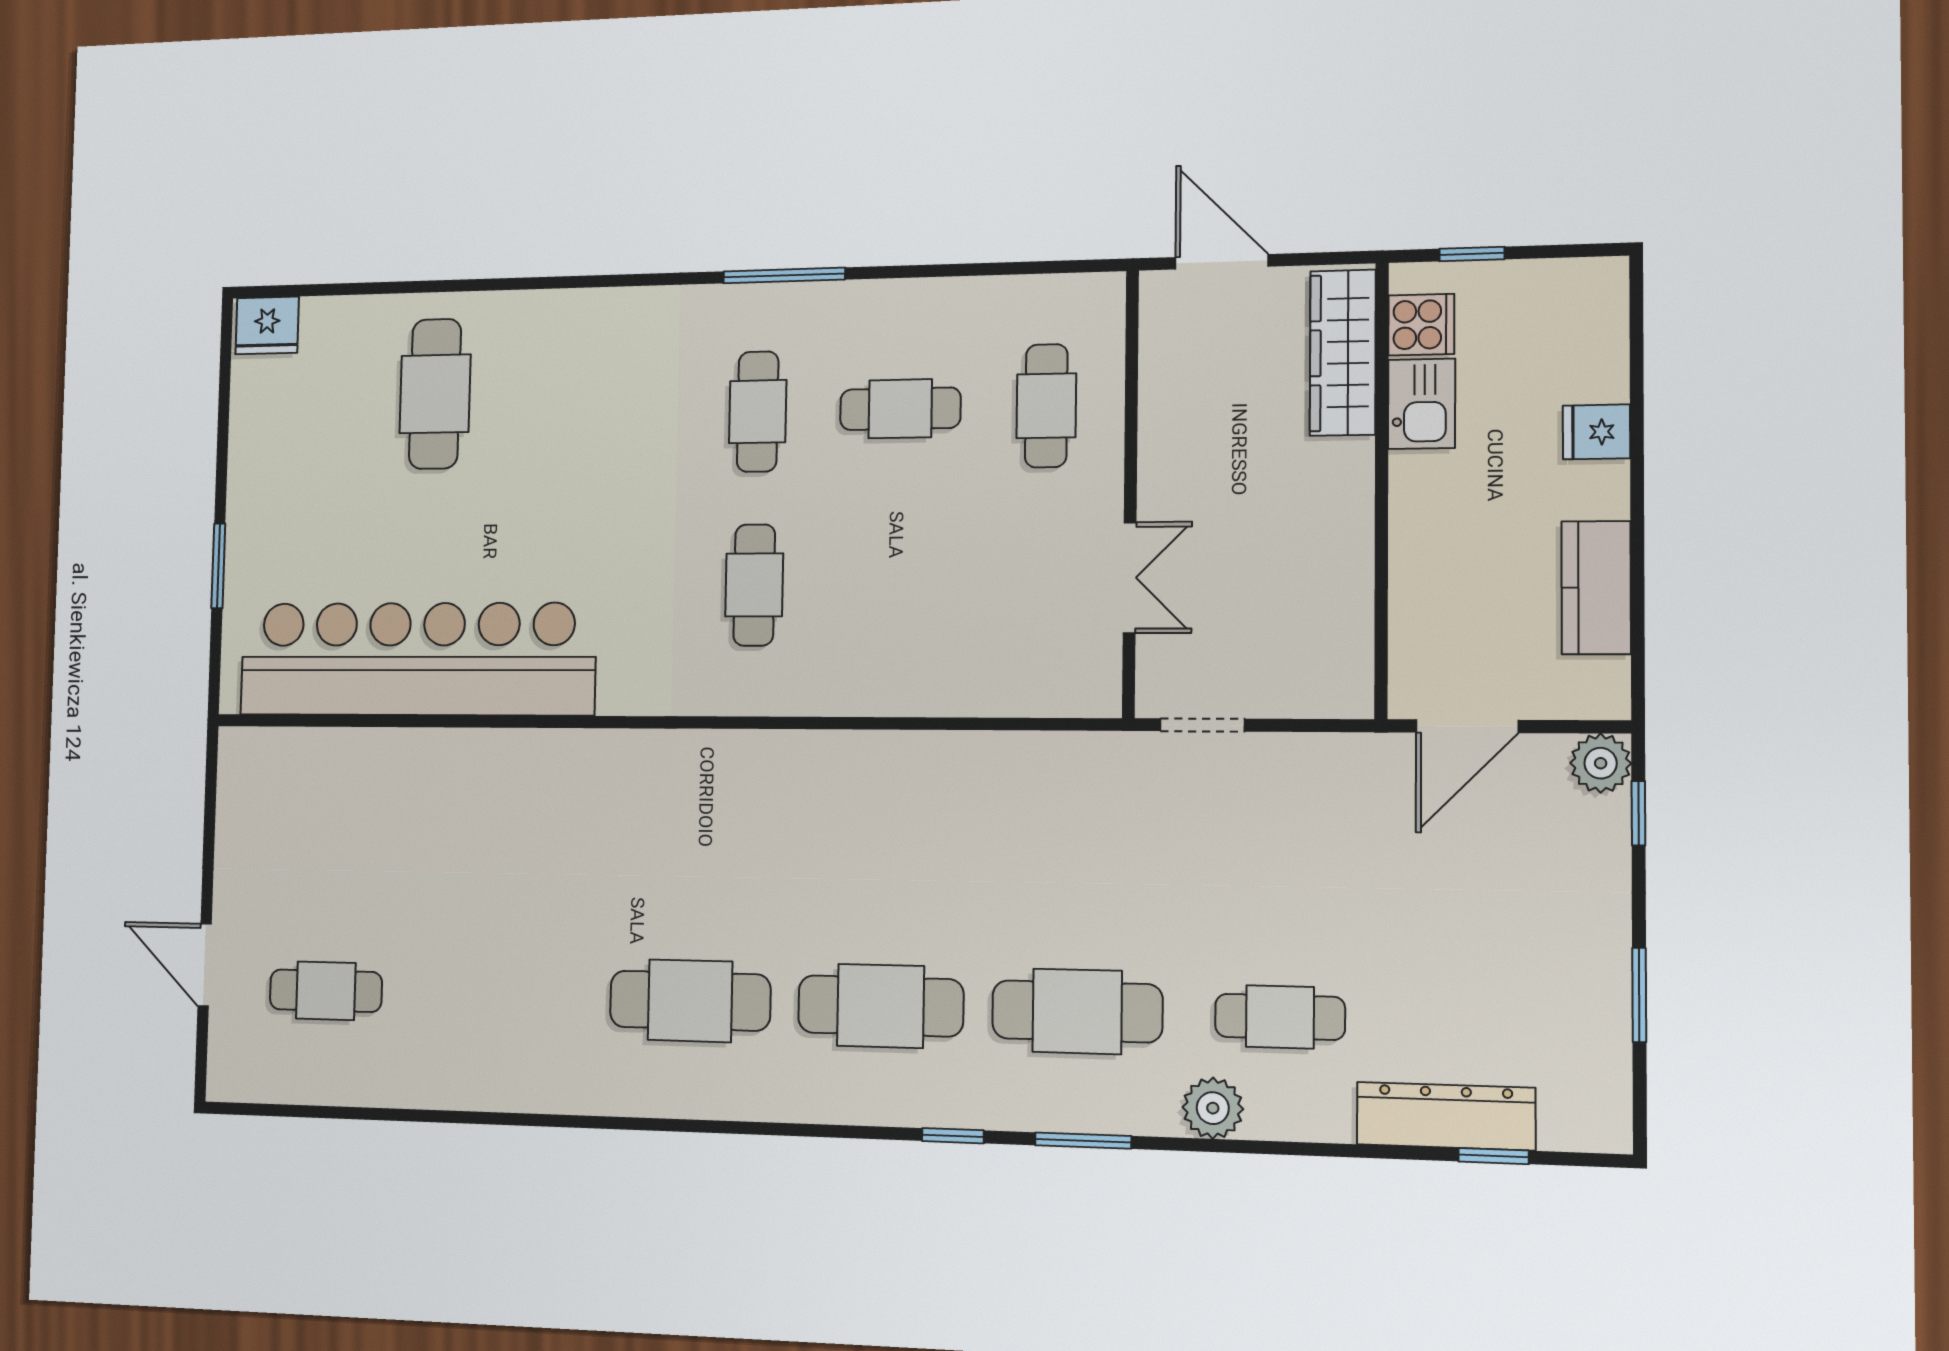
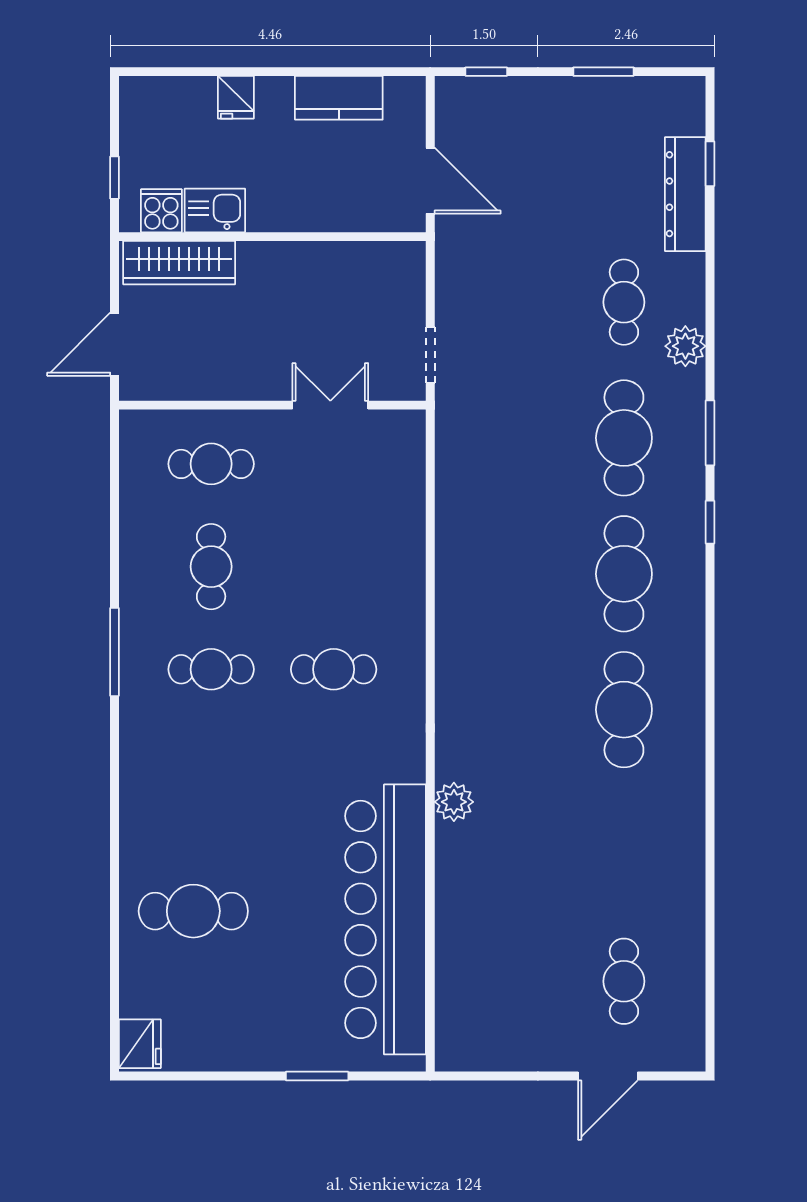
plant: (1601, 763) -> (454, 802), moved

